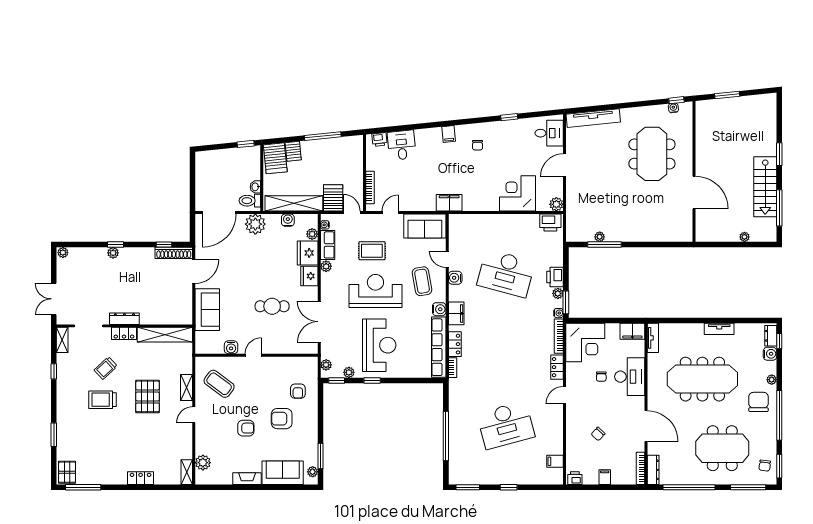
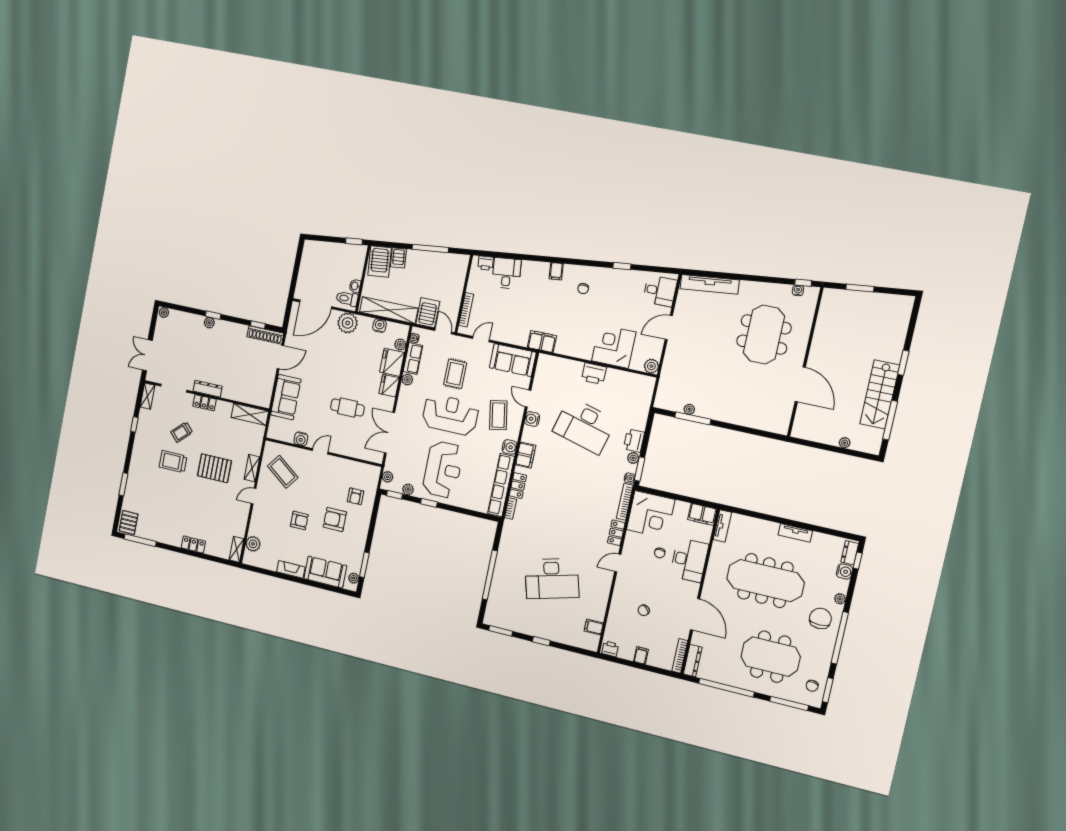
printer: (550, 223) -> (594, 374), moved
rug: (372, 251) -> (455, 374), turned 90
shelving: (165, 335) -> (250, 414), width x0.68
pallet: (148, 396) -> (214, 468), turned 90

